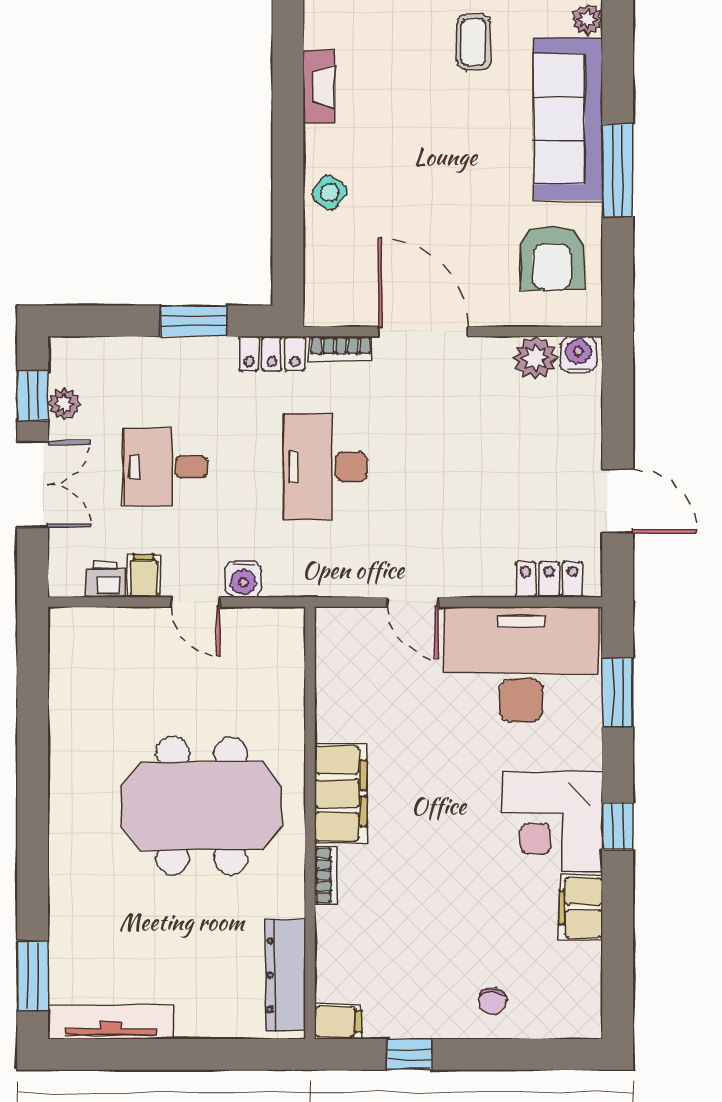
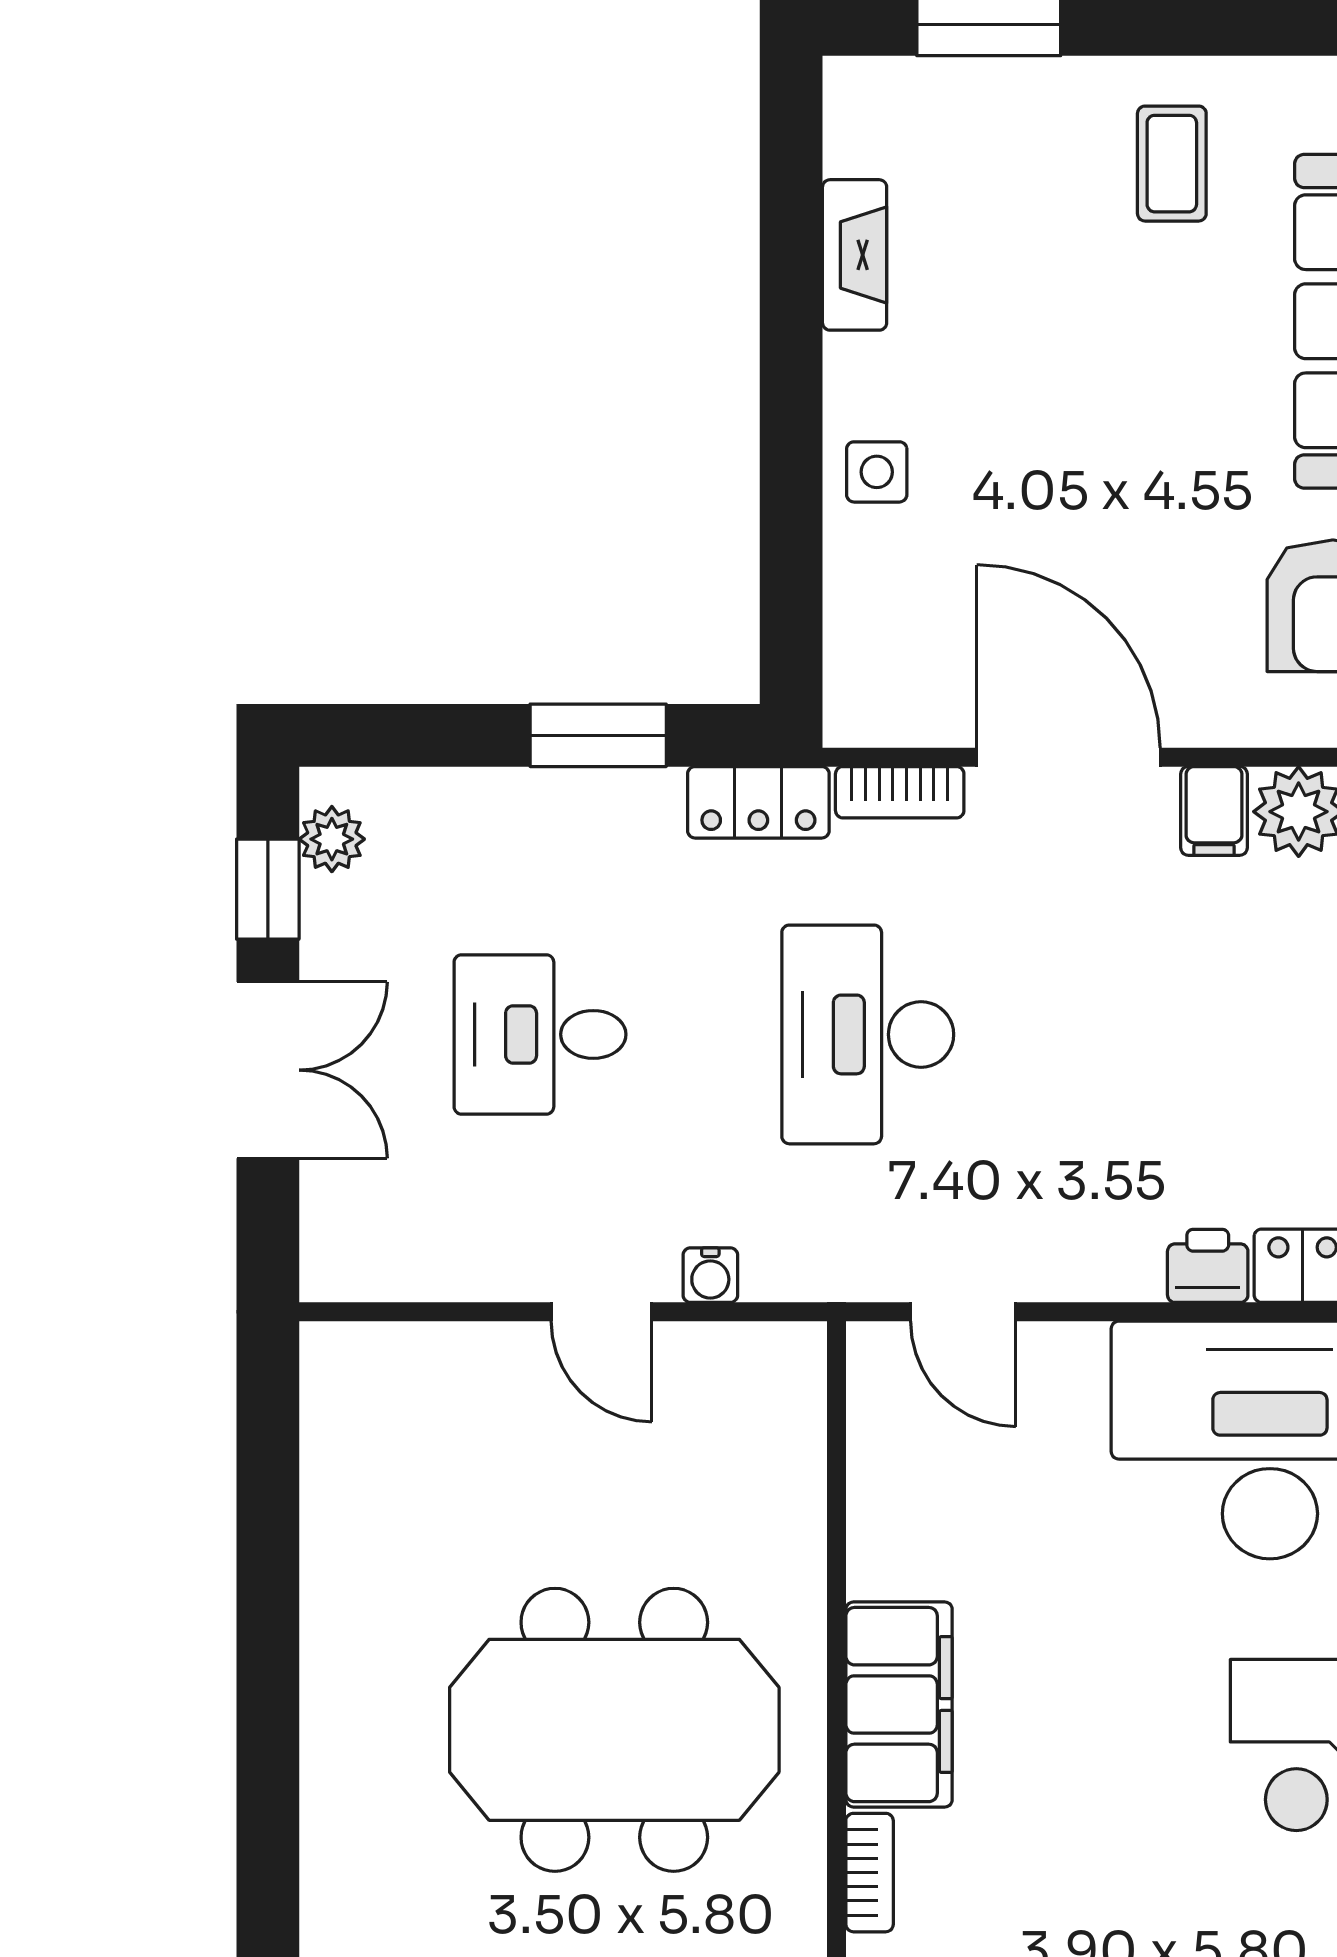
side table: (330, 192) -> (877, 472), turned -34
plant: (64, 404) -> (332, 839), moved
filing cabinet: (144, 576) -> (1214, 811), moved, turned 180
water cooler: (243, 579) -> (710, 1275), width x0.72, depth x0.72
printer: (105, 580) -> (1208, 1266), moved
door: (413, 602) -> (963, 1312), moved

